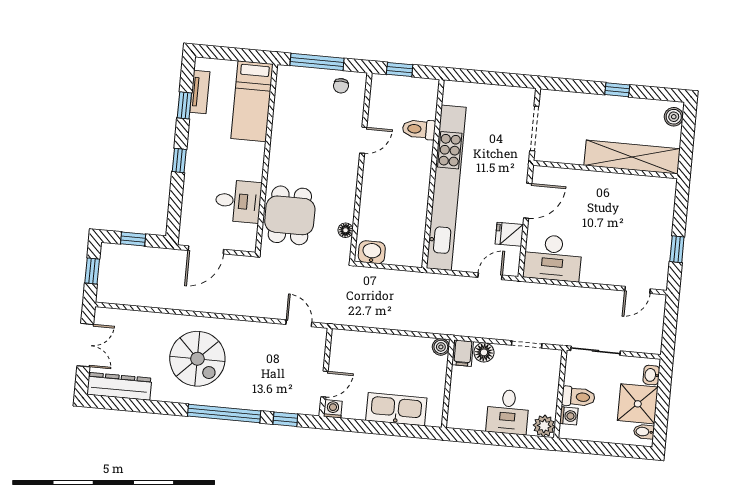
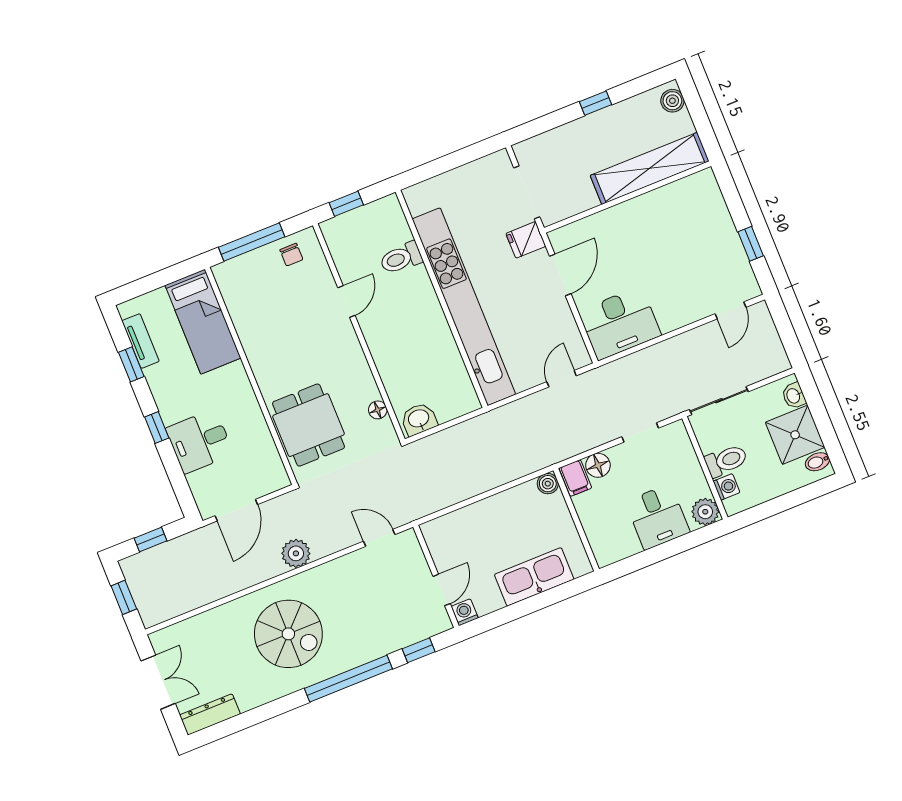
desk: (238, 201) -> (200, 441), moved, turned 180
fridge: (509, 234) -> (526, 240), moved
plant: (233, 303) -> (296, 553), added
dresser: (119, 386) -> (210, 715), width x0.73, depth x0.80

